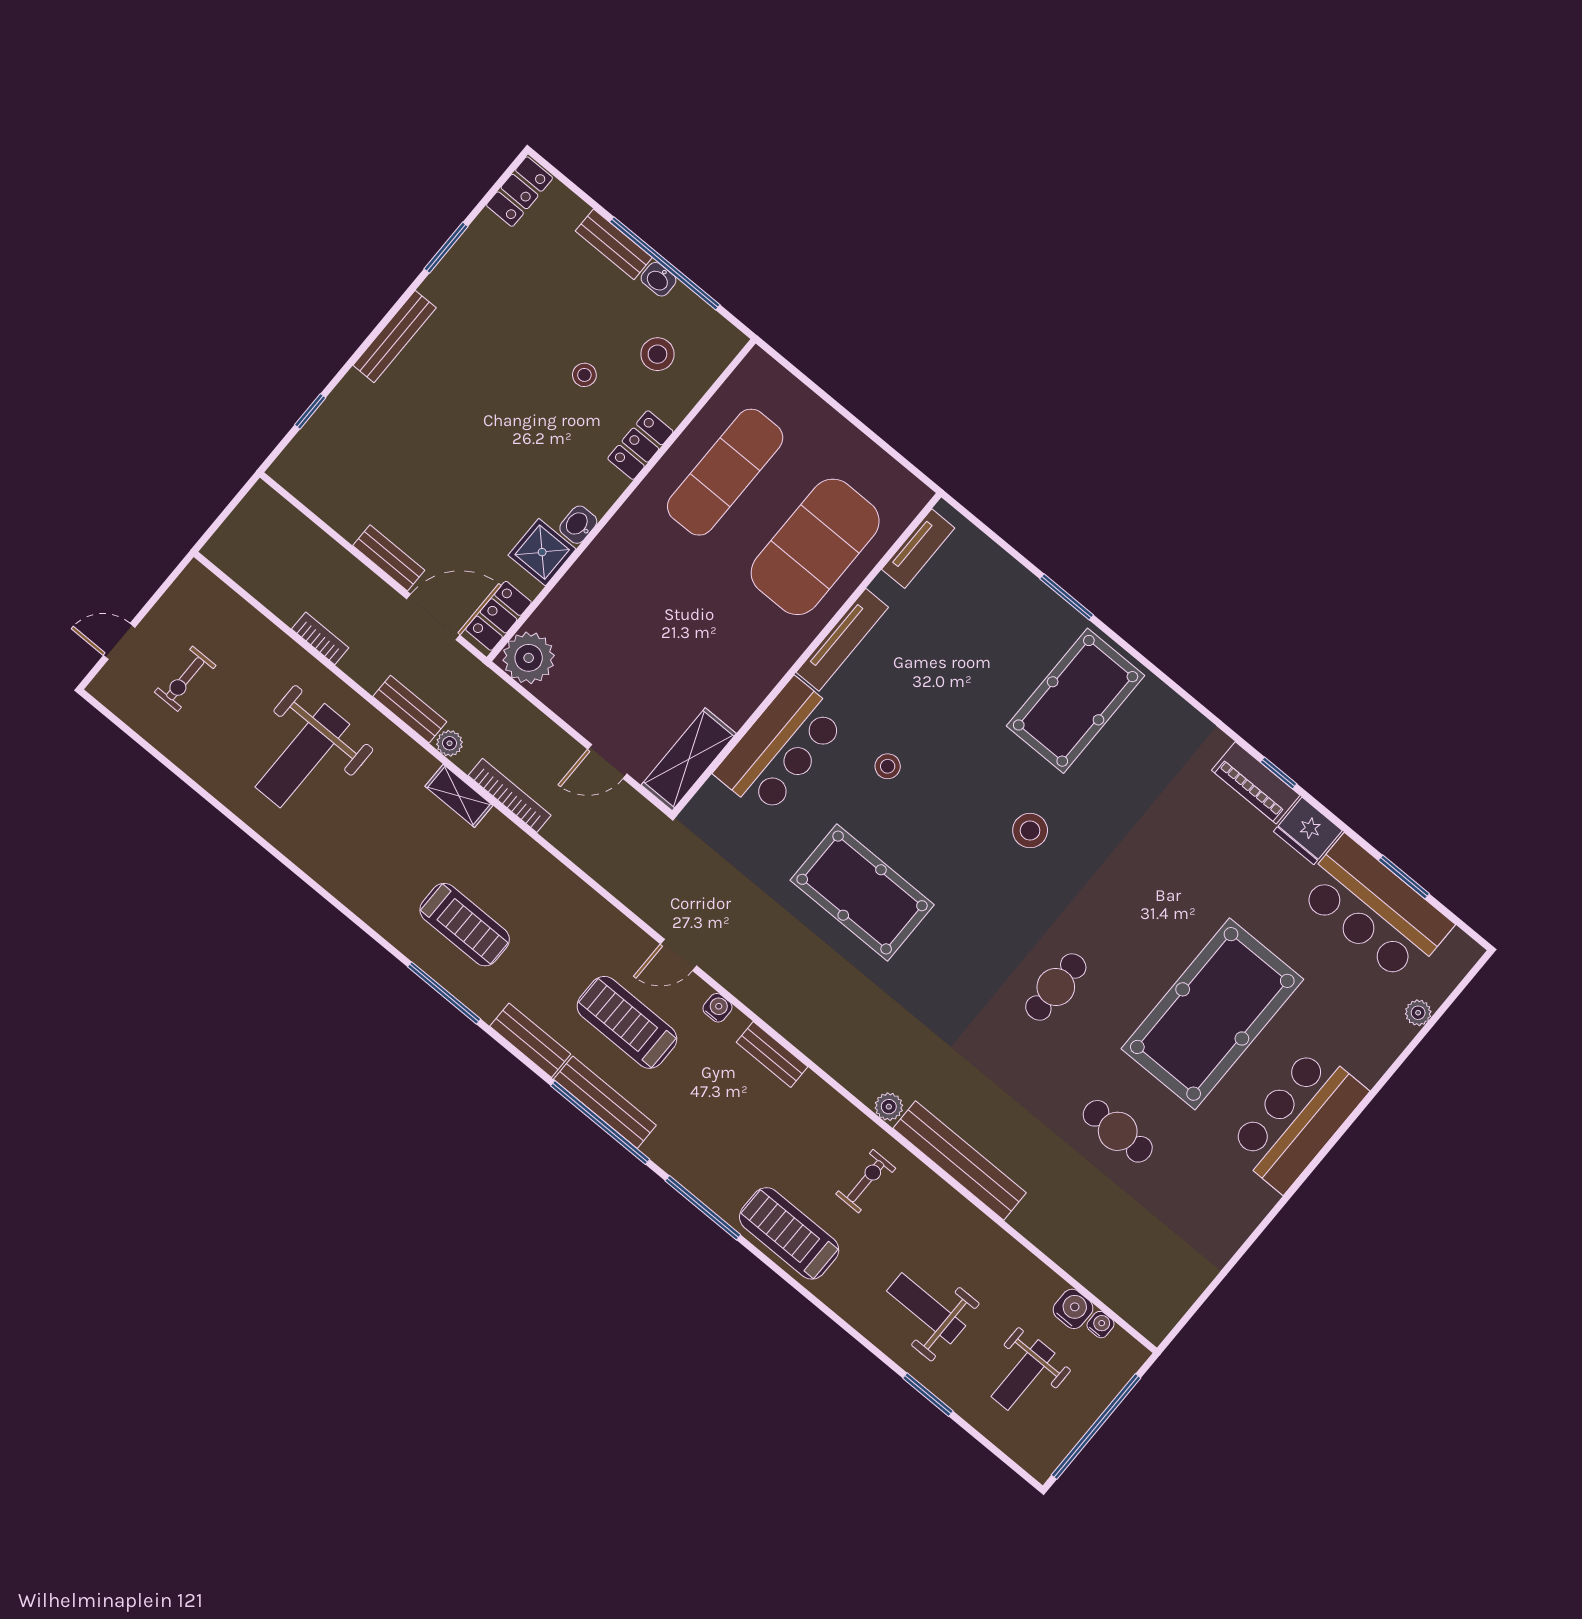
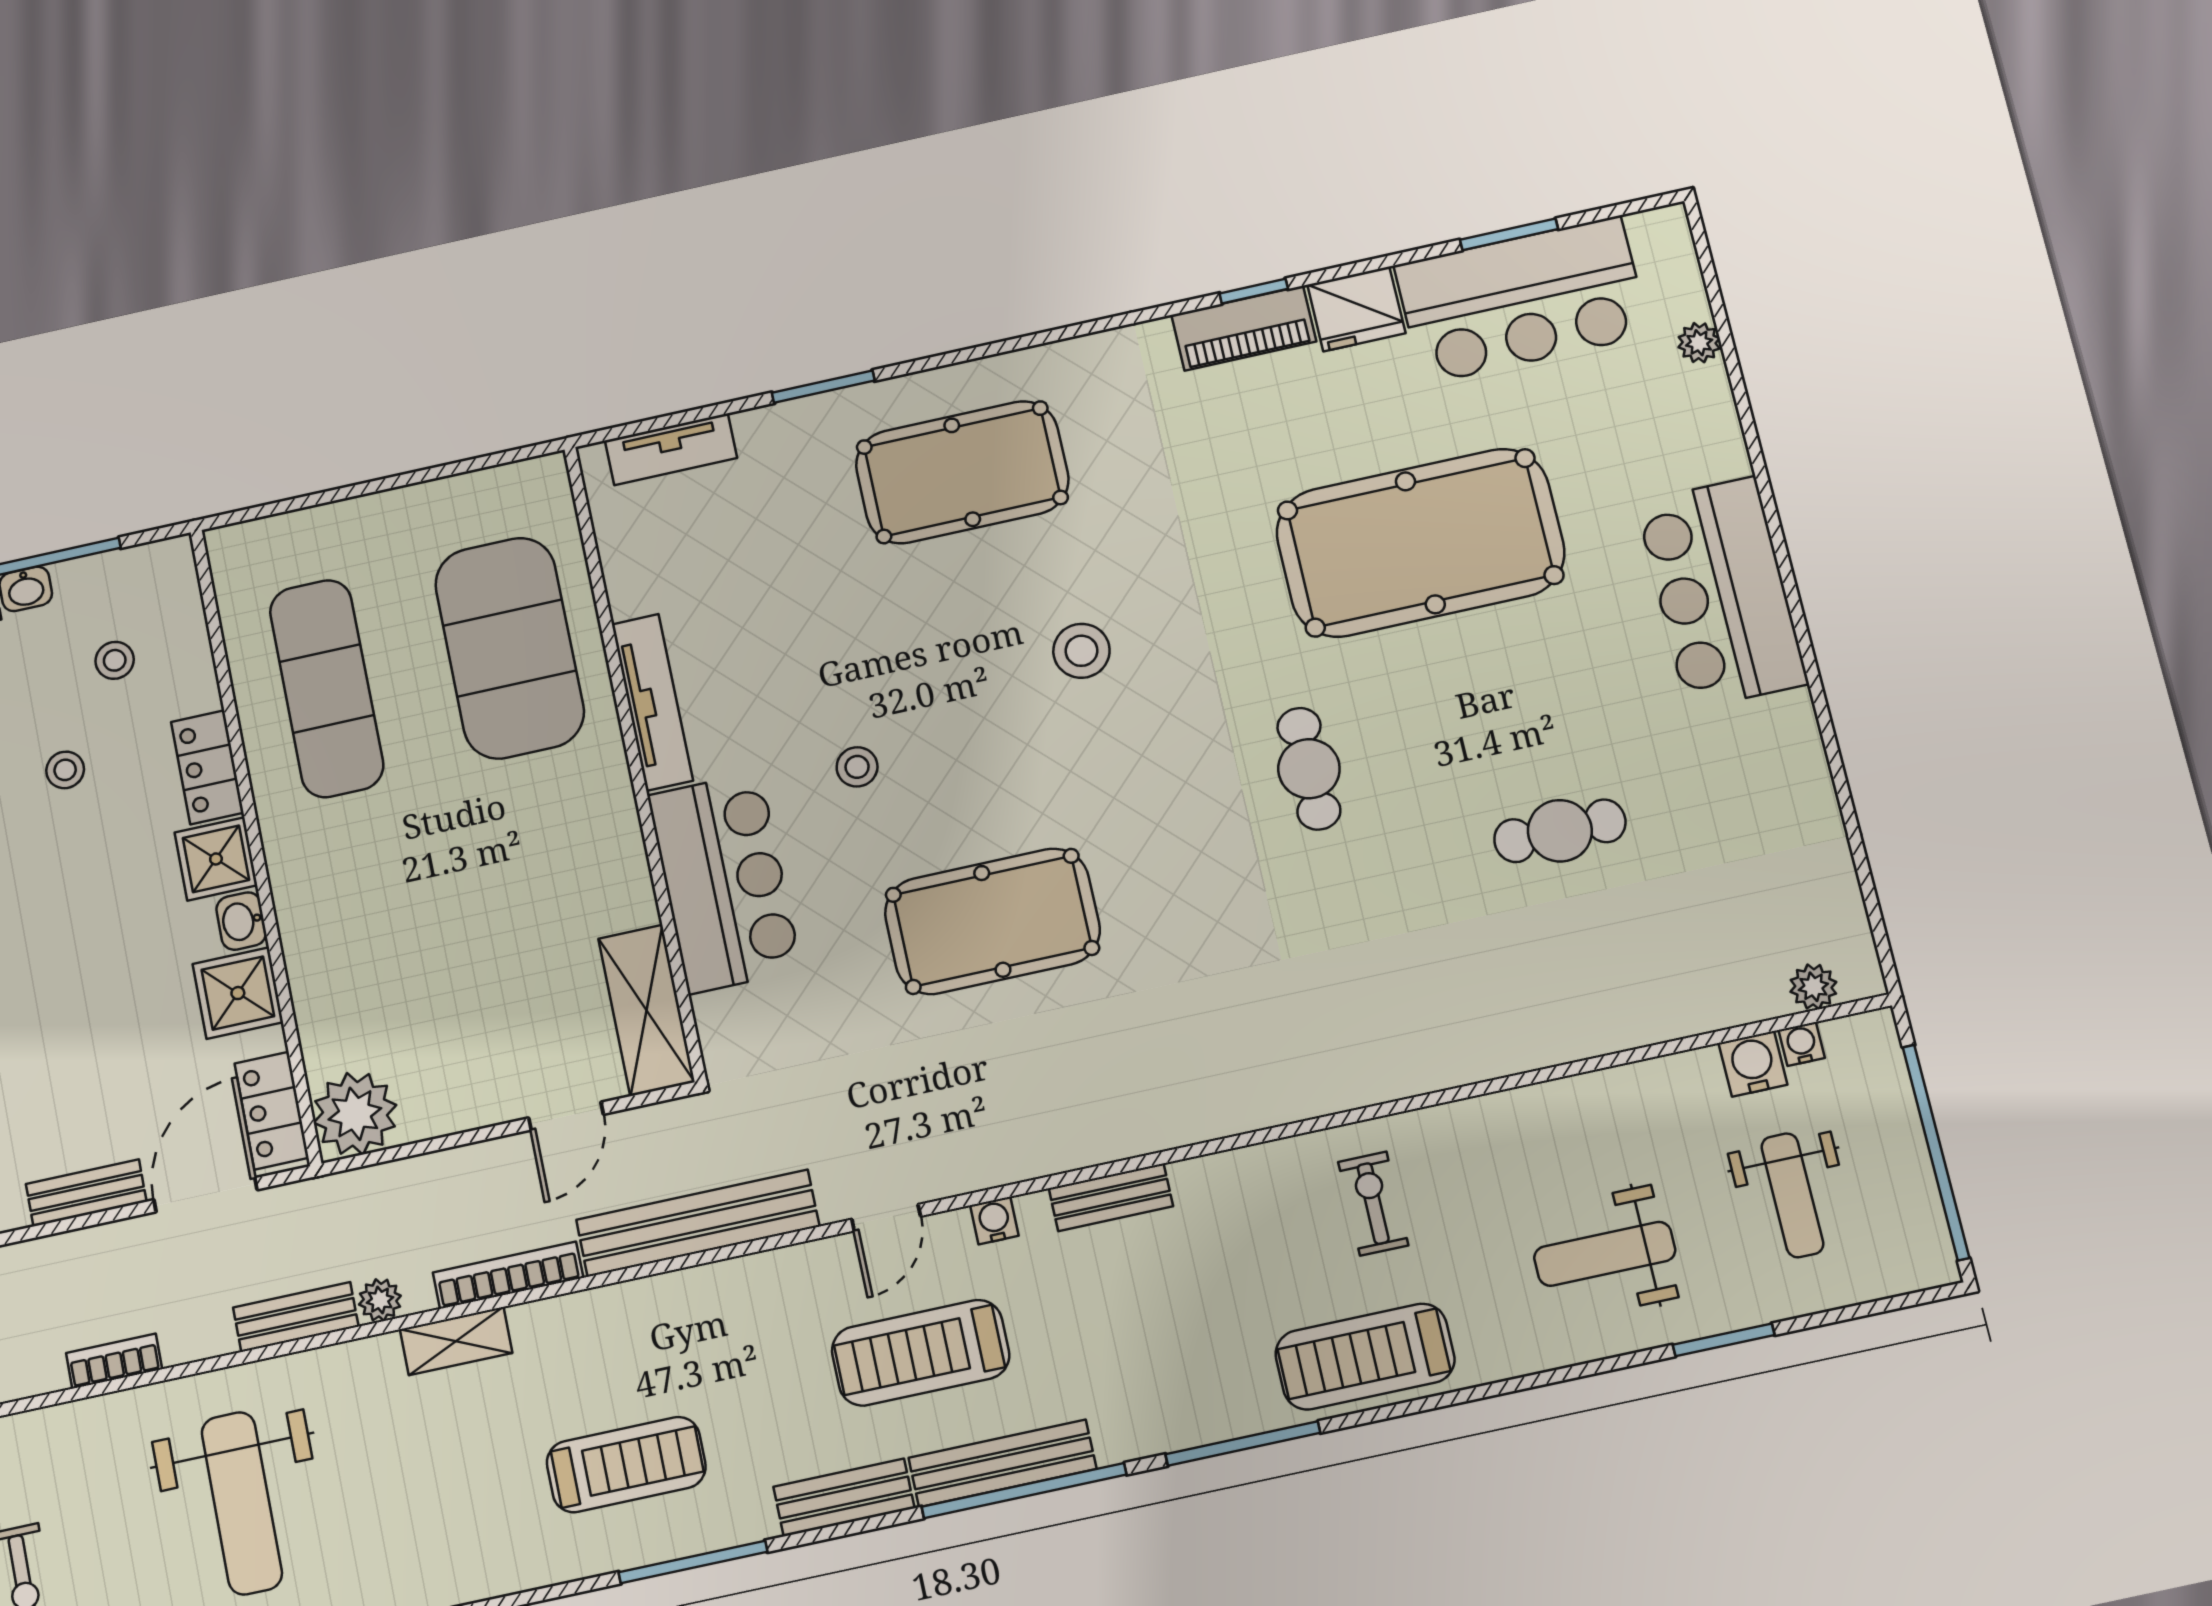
stool: (657, 354) -> (115, 660), width x0.73, depth x0.73
shower: (599, 487) -> (216, 859), added
tv unit: (918, 549) -> (671, 449), moved, turned 90
pool table: (1076, 701) -> (962, 472), turned 90
pool table: (1212, 1014) -> (1420, 543), moved, turned 90
plant: (889, 1107) -> (1813, 987), moved
bench: (960, 1160) -> (698, 1223), moved

